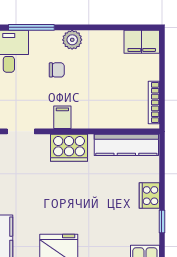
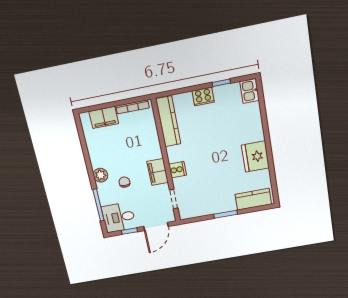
filing cabinet: (142, 42) -> (104, 117), moved, turned 90
filing cabinet: (62, 117) -> (158, 172), width x2.00
cooker: (69, 148) -> (178, 170), width x0.53, depth x0.76

